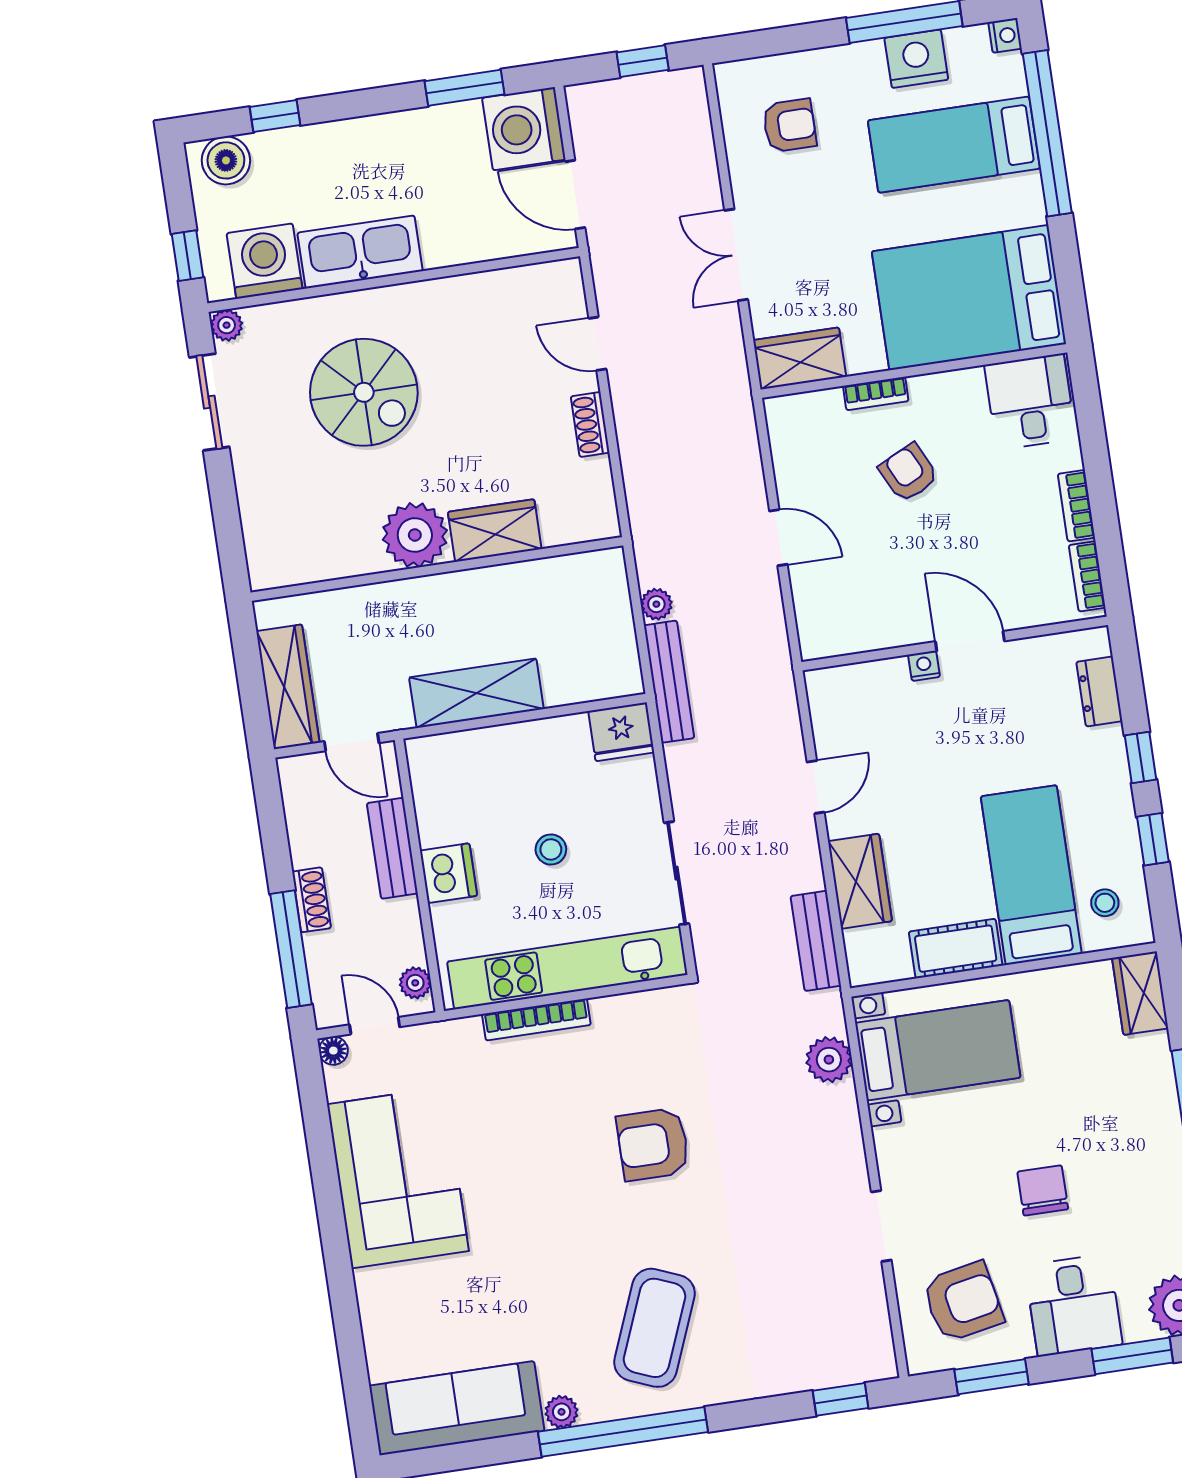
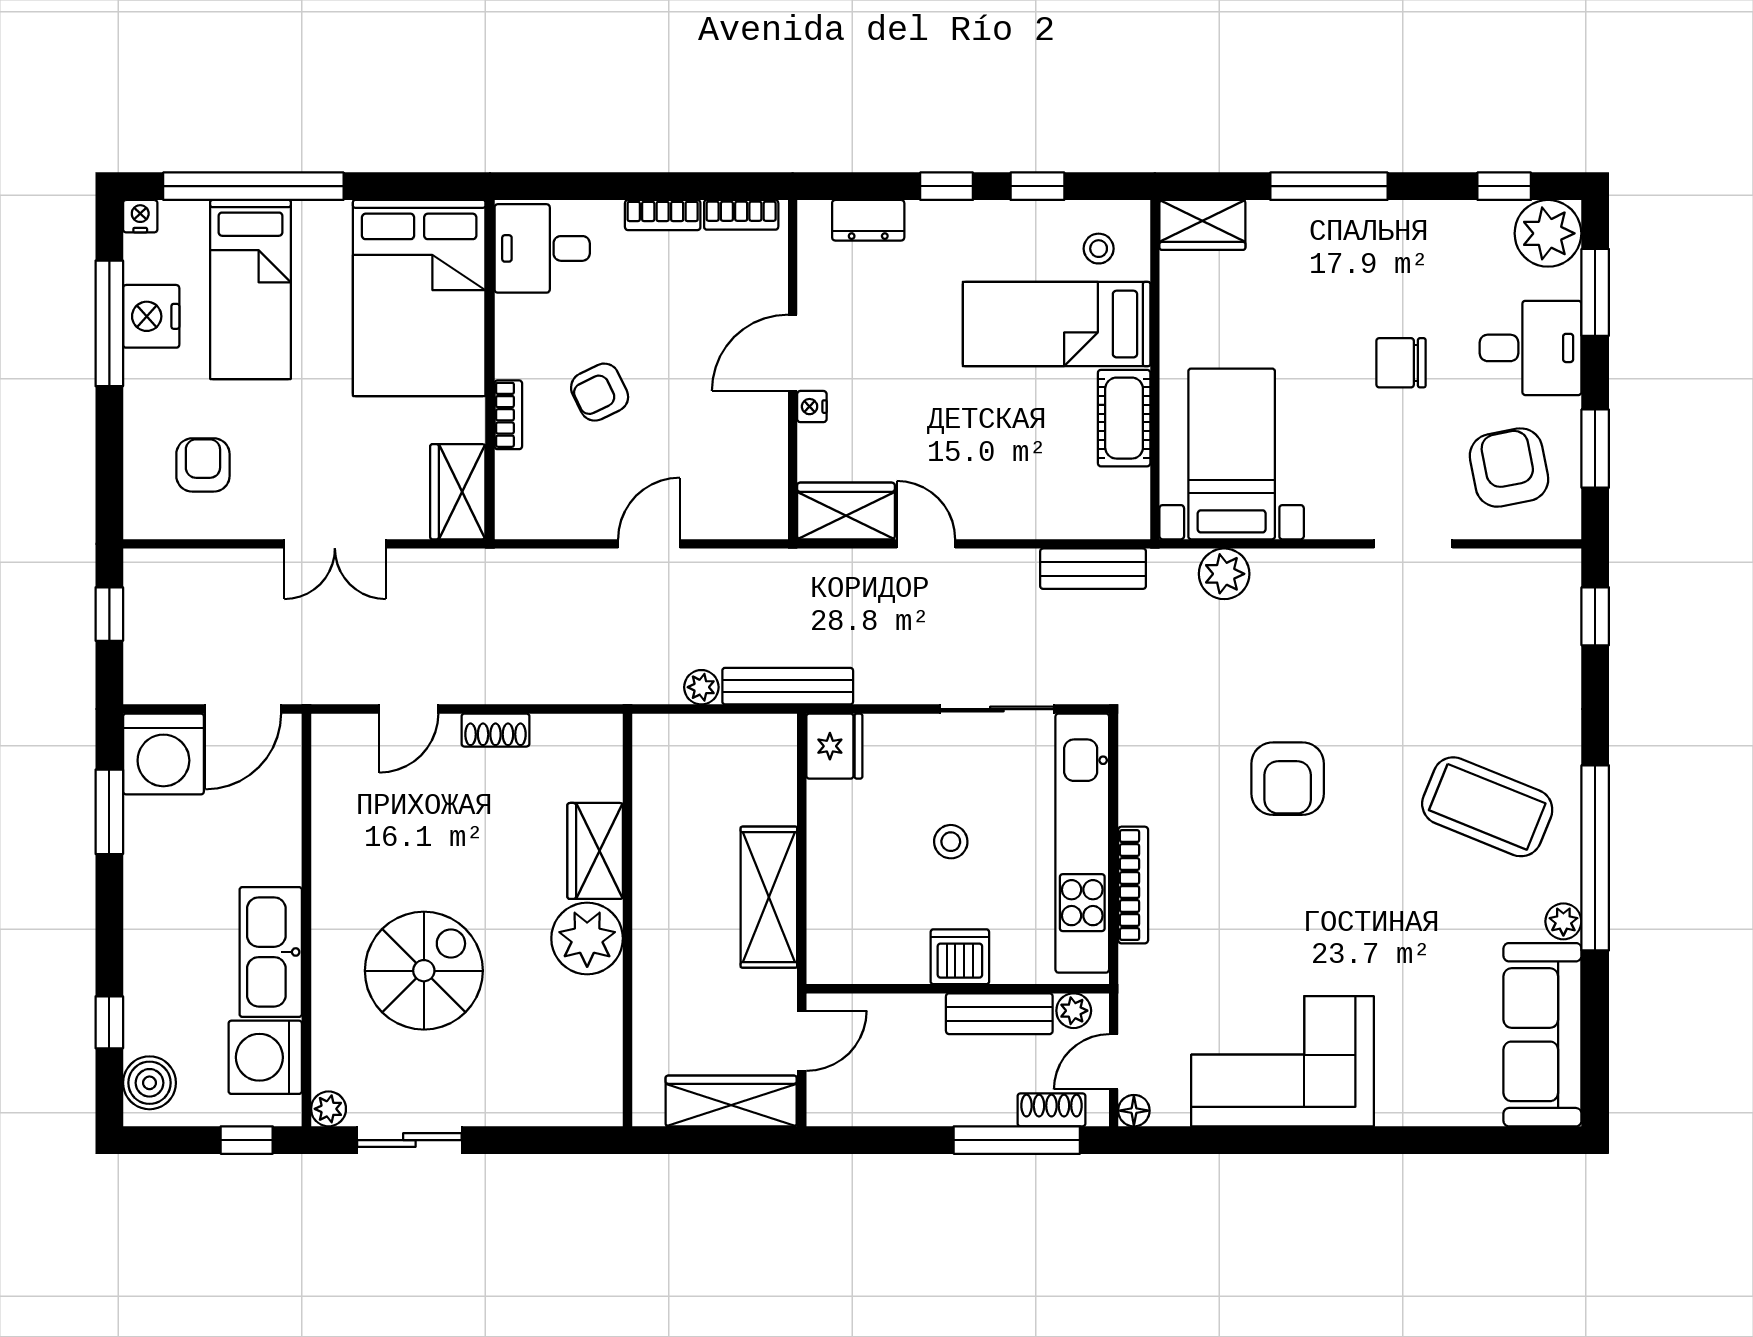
bench: (392, 848) -> (999, 1014), moved
wardrobe: (860, 881) -> (846, 511), moved
shoe rack: (312, 900) -> (1051, 1110), moved

